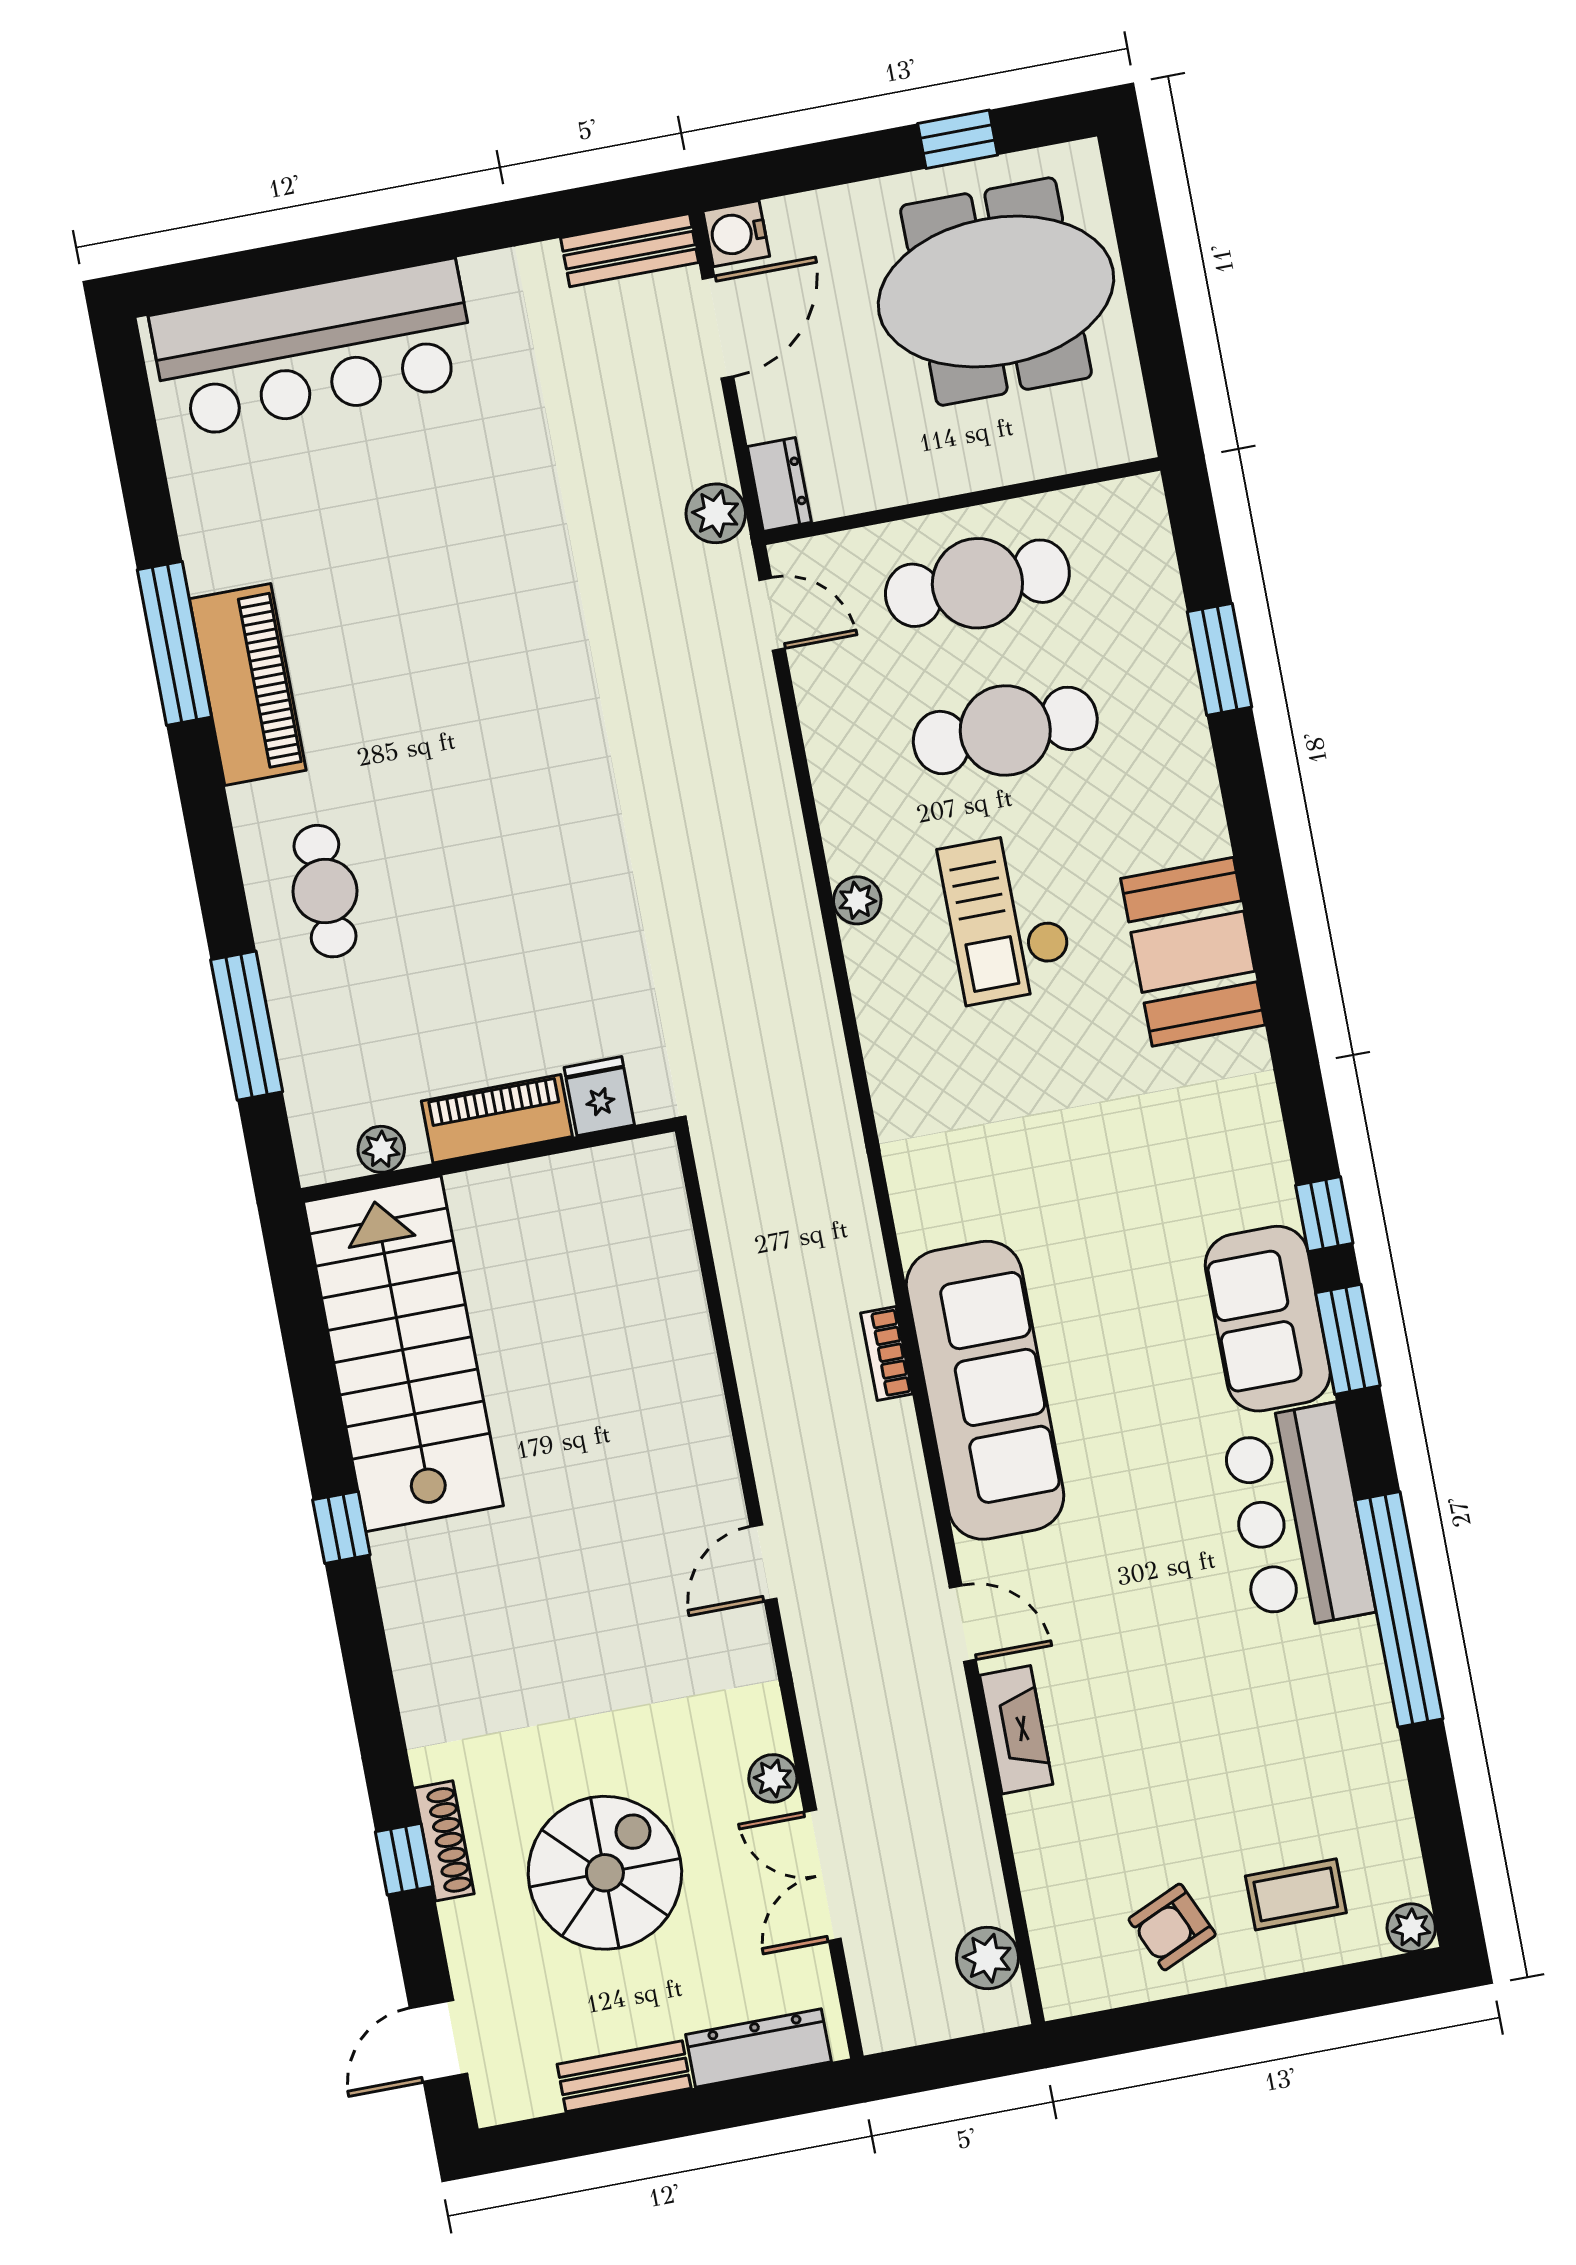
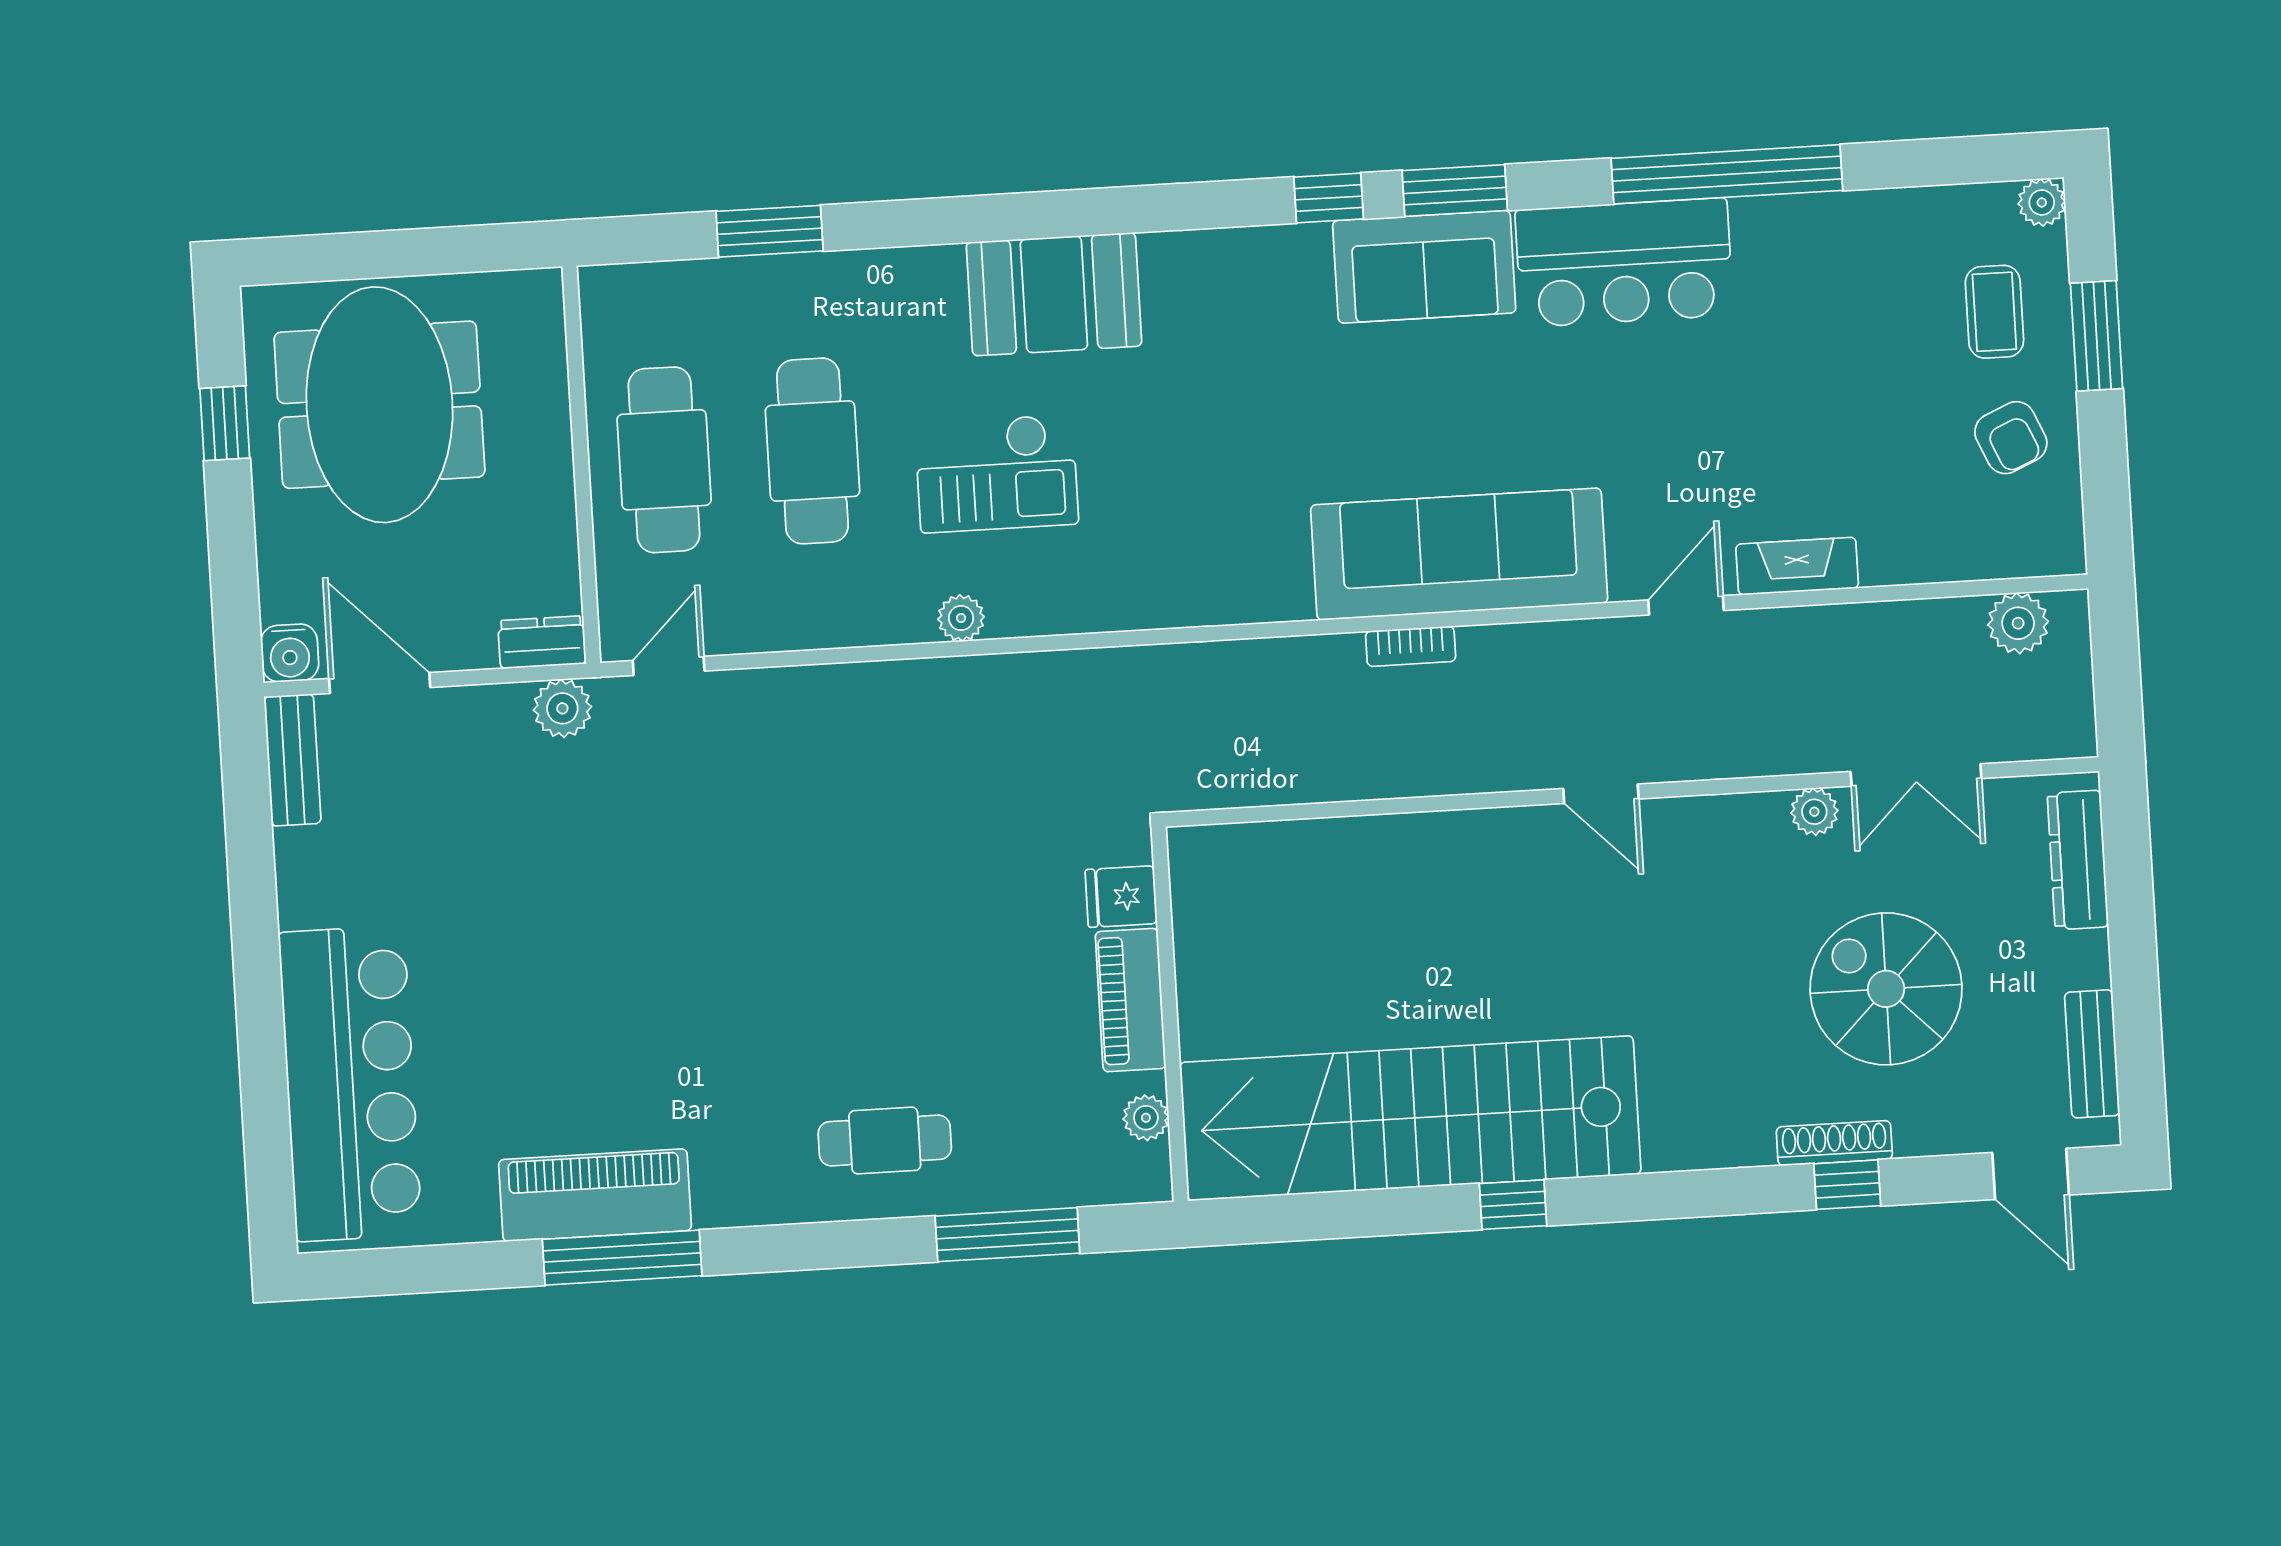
piano: (248, 684) -> (595, 1195), moved
stairs: (403, 1354) -> (1410, 1118), width x1.36
window: (1285, 2000) -> (2096, 336), added
bench: (624, 2076) -> (2092, 1054), moved

